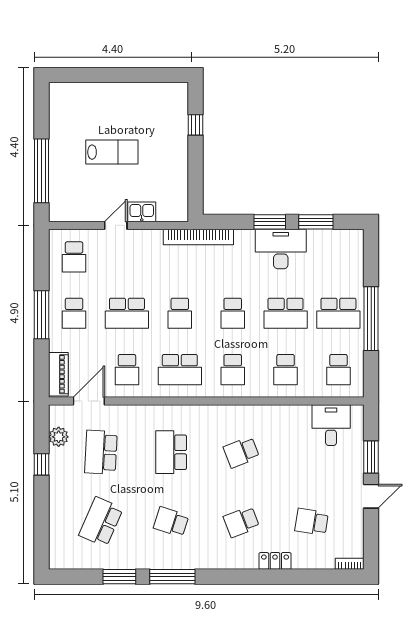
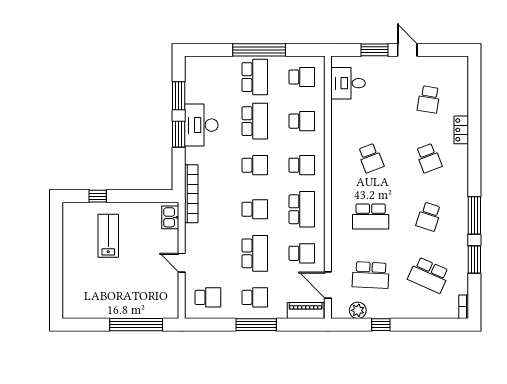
lab bench: (112, 152) -> (108, 236), moved
kitchen sink: (142, 212) -> (170, 217), moved
bookcase: (350, 564) -> (464, 307), moved

